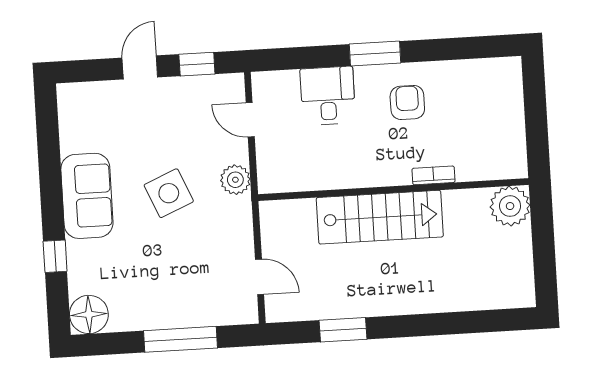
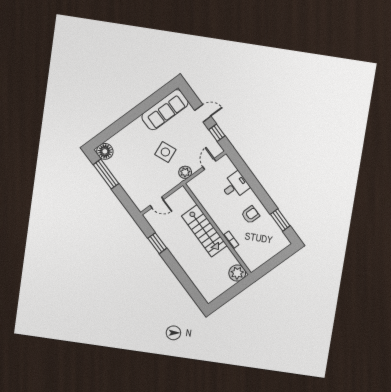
window: (375, 53) -> (280, 220), moved
sofa: (87, 196) -> (165, 110), moved, width x1.36
window: (55, 256) -> (117, 126), removed
door: (260, 277) -> (157, 203), hinge flipped
window: (181, 339) -> (106, 174), moved

